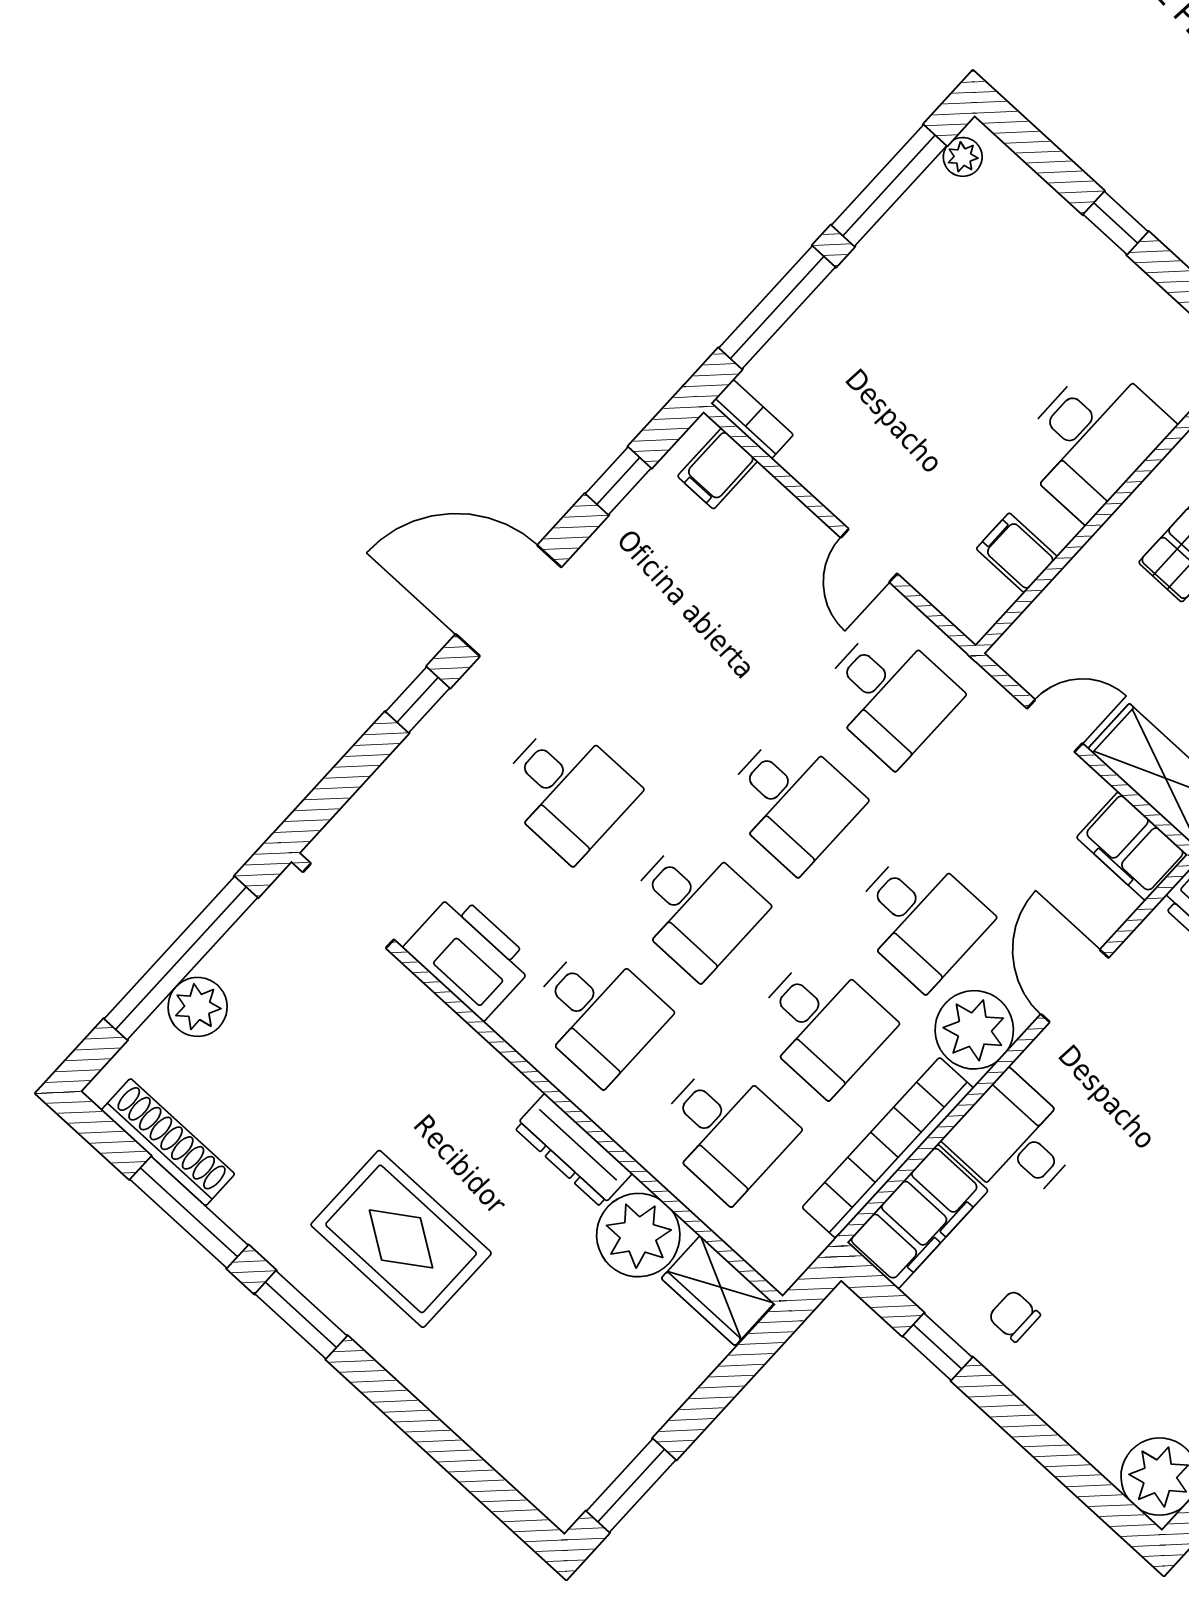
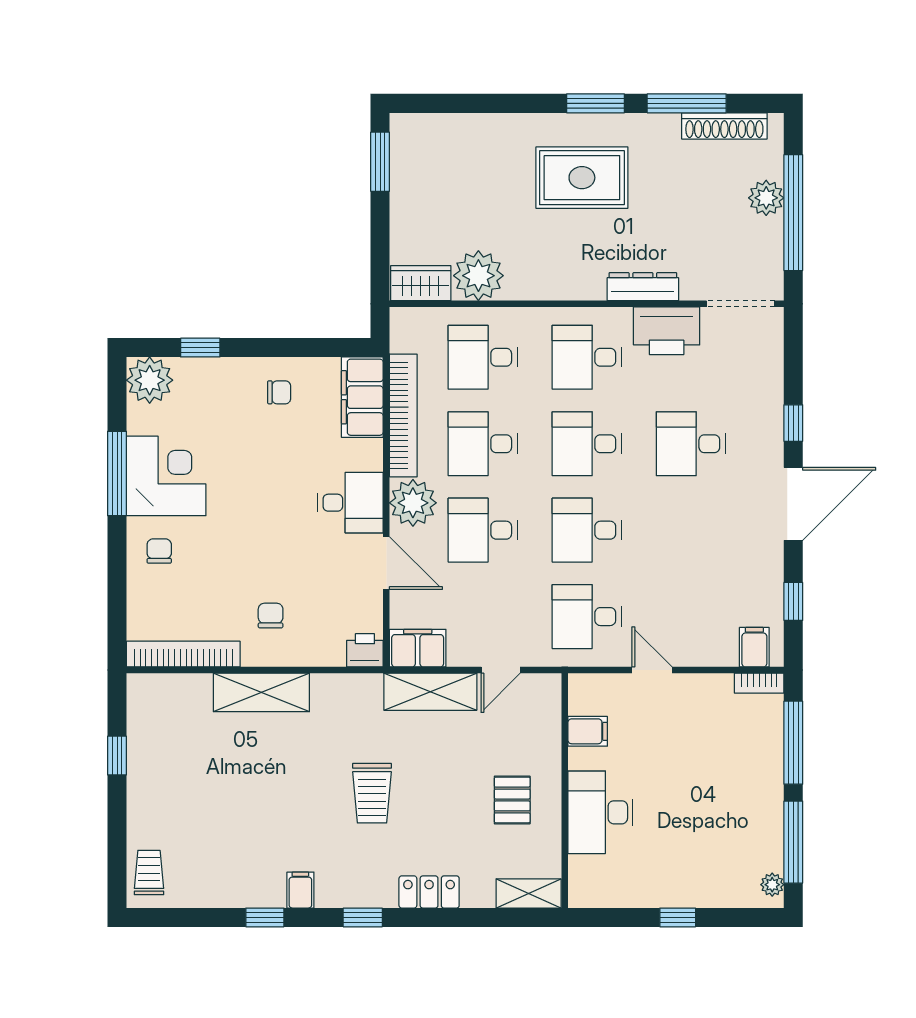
desk: (1014, 1140) -> (350, 503), moved
dresser: (573, 1150) -> (643, 287), moved
window: (938, 1347) -> (200, 348), moved

